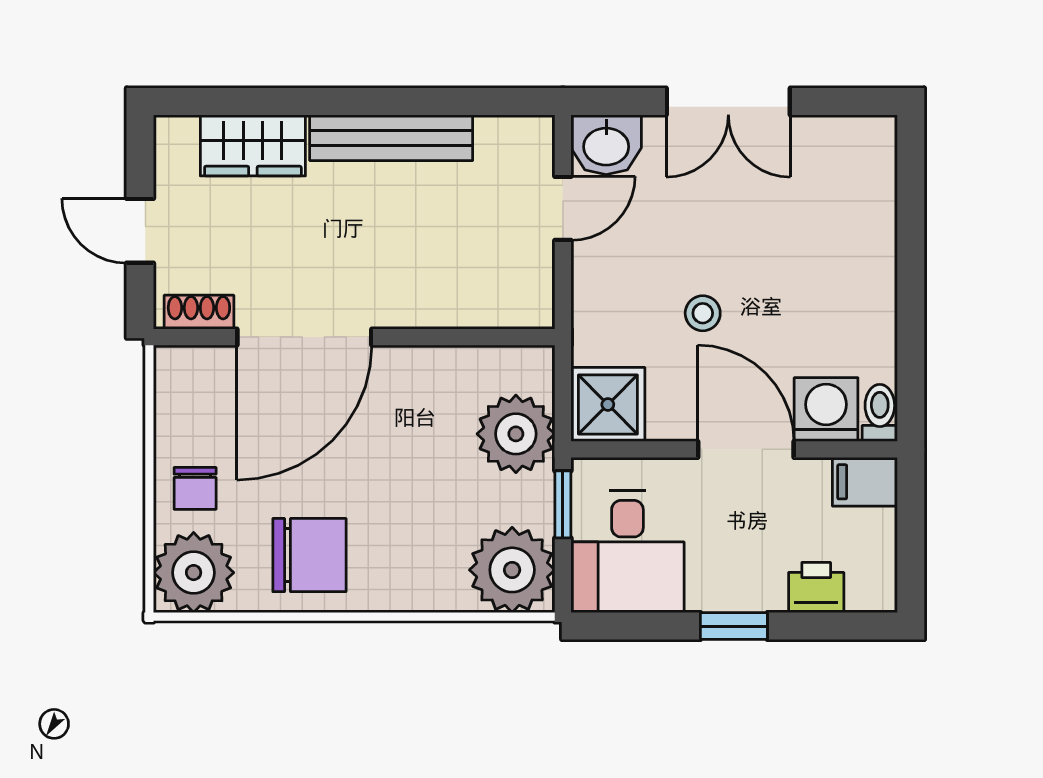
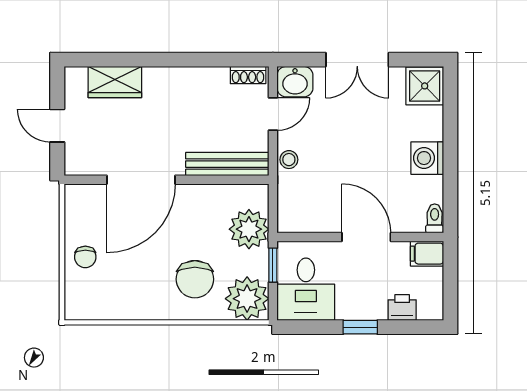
bench: (391, 138) -> (227, 164), moved
shoe rack: (199, 312) -> (248, 75), moved, turned 180
stool: (703, 313) -> (289, 160), moved
shower: (608, 404) -> (425, 86), moved
washing machine: (826, 410) -> (427, 158), moved, turned -90
chair: (309, 555) -> (195, 279), moved, turned 90
plant: (194, 573) -> (85, 300), removed

